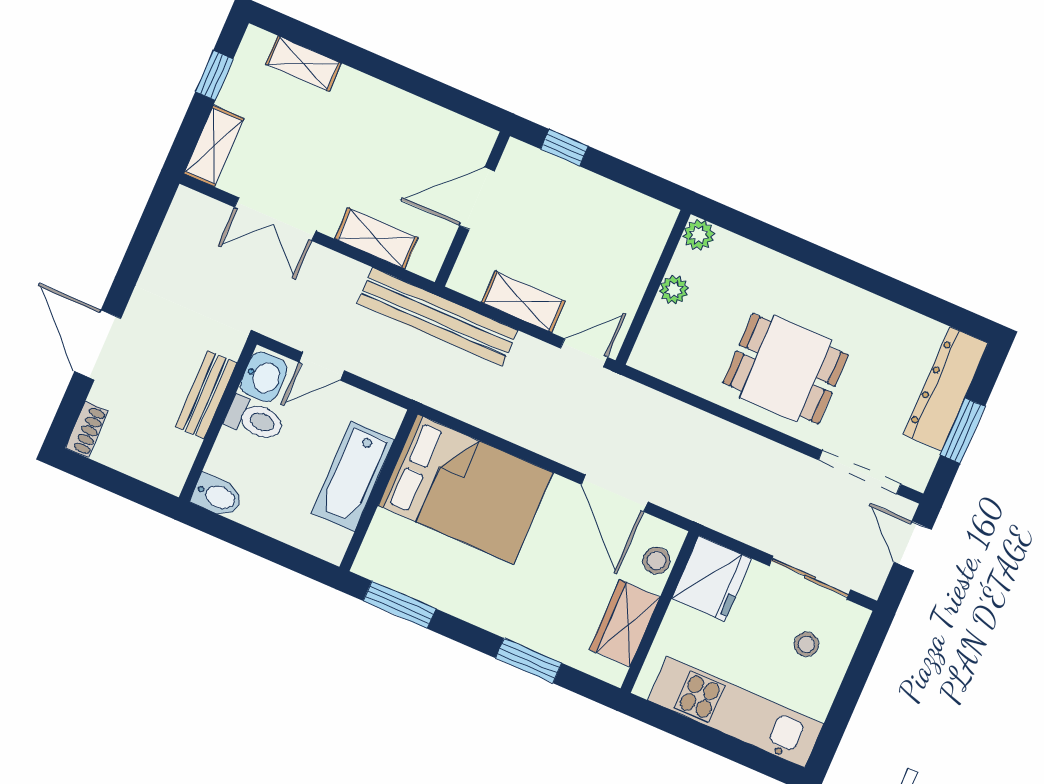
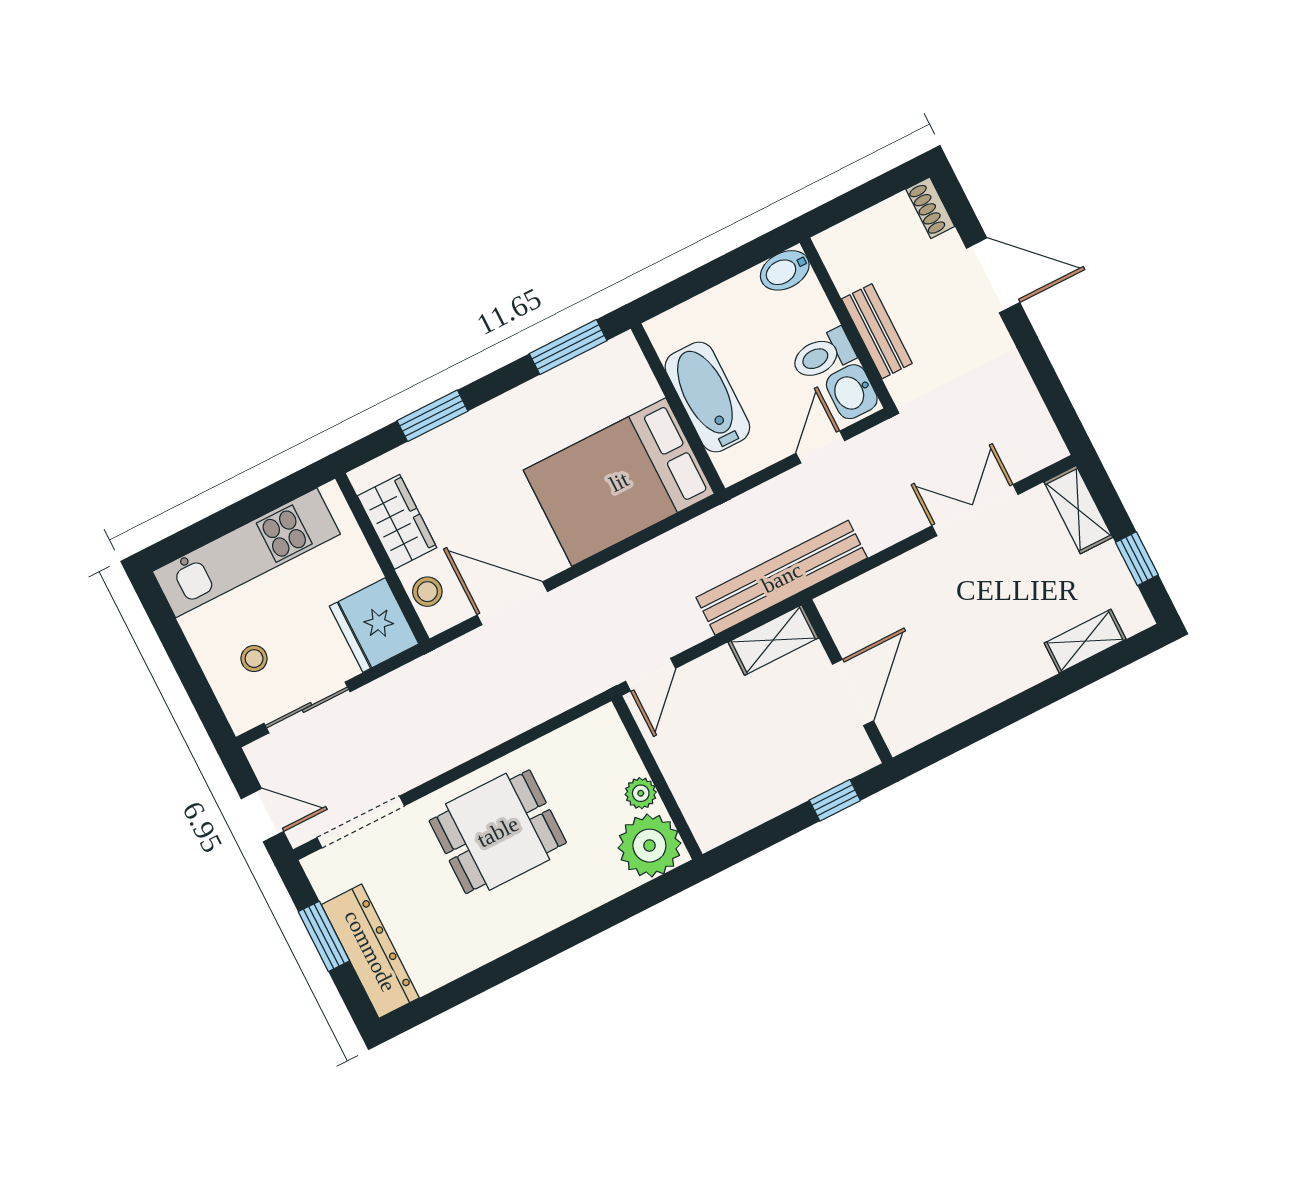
plant: (699, 235) -> (649, 846), width x1.88, depth x1.88
shelving: (376, 238) -> (889, 581), removed
shelving: (523, 302) -> (773, 640), moved

